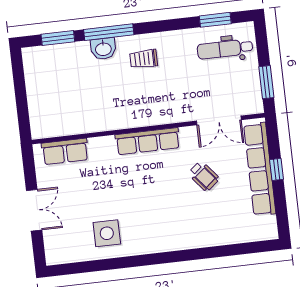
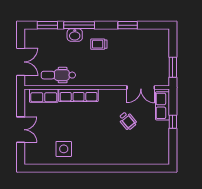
window: (215, 20) -> (128, 25), moved
dental chair: (225, 49) -> (58, 75), moved
double door: (22, 102) -> (21, 62), added
row of seats: (148, 141) -> (79, 95), moved
row of seats: (260, 169) -> (163, 106), width x0.50

